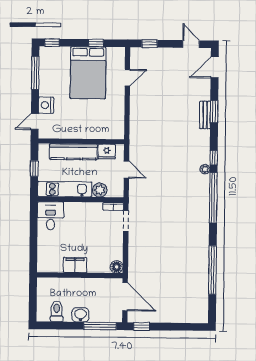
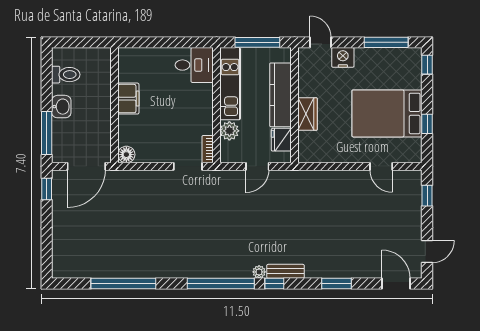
bench: (205, 115) -> (286, 271), moved
wardrobe: (88, 132) -> (308, 114), added
window: (34, 169) -> (257, 42), width x2.17

